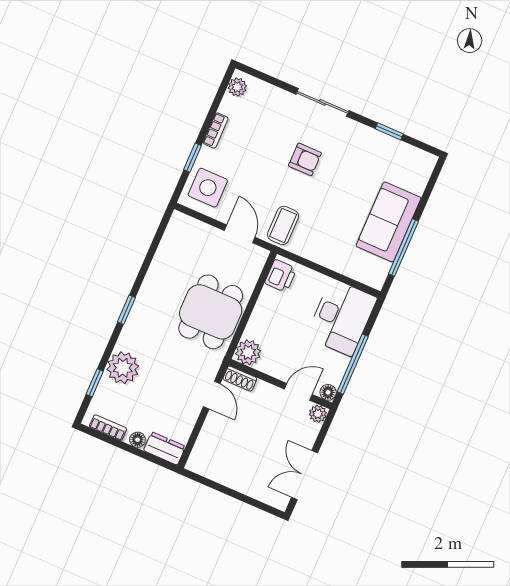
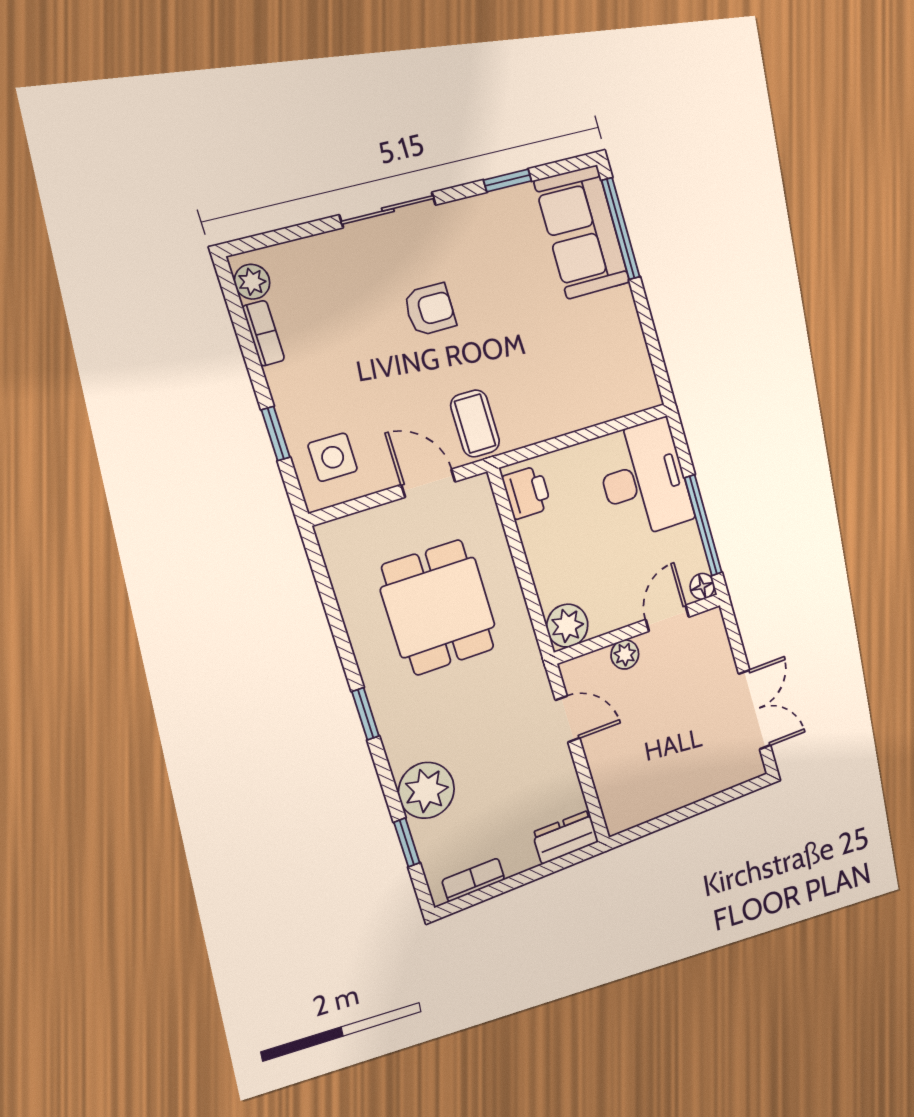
bookcase: (216, 130) -> (263, 333), moved
side table: (208, 188) -> (333, 457), width x0.73, depth x0.73
sofa: (389, 222) -> (582, 232), moved
window: (403, 248) -> (621, 229), moved
dining table: (211, 312) -> (438, 607), moved
shoe rack: (240, 379) -> (585, 667), removed
plant: (318, 414) -> (625, 654), moved
floor lamp: (137, 440) -> (523, 859), removed
double door: (305, 475) -> (755, 710), swing flipped

